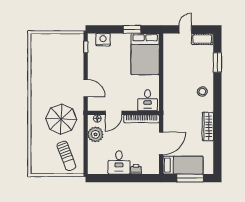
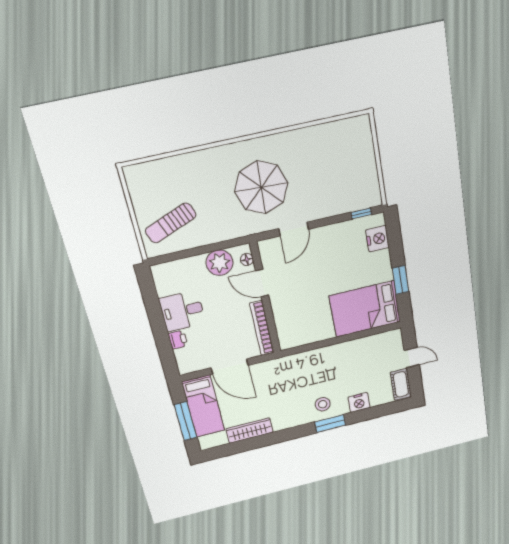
window: (217, 62) -> (330, 424), moved
nightstand: (208, 68) -> (359, 402), added
desk: (148, 100) -> (293, 330), removed
parasol: (61, 119) -> (261, 187), moved
wardrobe: (208, 127) -> (249, 431), moved

